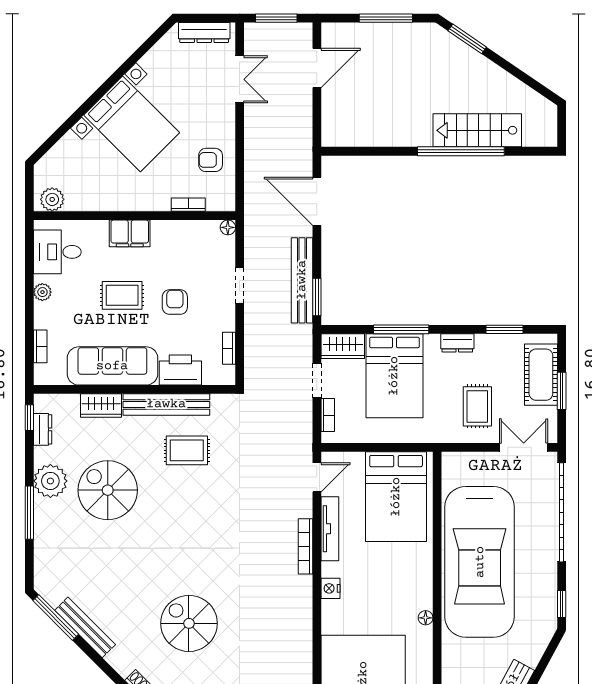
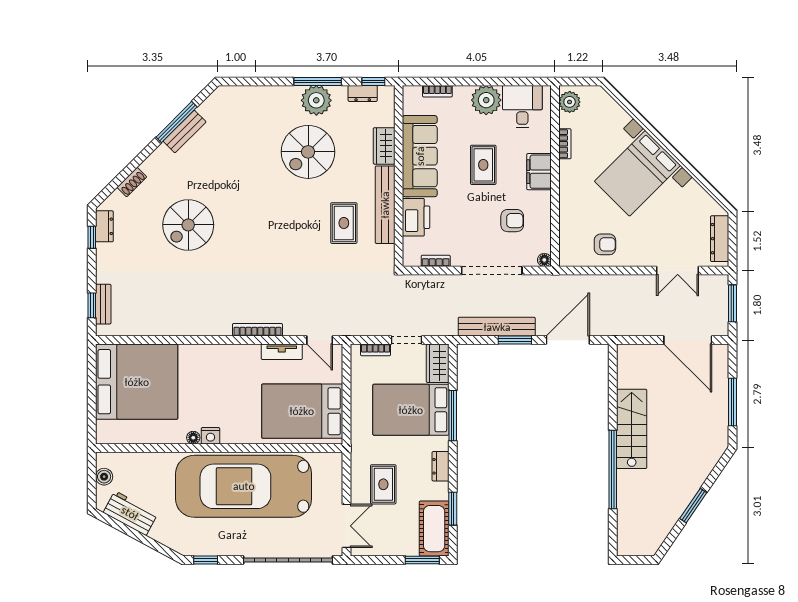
window: (467, 39) -> (693, 506), moved
door: (317, 68) -> (688, 340), width x1.36
stairs: (477, 130) -> (632, 429), moved
armchair: (211, 160) -> (605, 244), turned 90
bookcase: (188, 205) -> (565, 144), moved
doorway: (240, 286) -> (492, 271), width x1.88
plant: (42, 292) -> (486, 100), width x1.88, depth x1.88
window: (317, 297) -> (515, 340), moved
armchair: (175, 302) -> (512, 221), moved
cot: (541, 375) -> (434, 529), moved, turned 90
window: (562, 391) -> (422, 560), moved
rug: (477, 406) -> (383, 484), turned 90
spiral stairs: (108, 490) -> (308, 152), turned 180
window: (29, 513) -> (318, 81), moved
tv unit: (330, 529) -> (282, 352), width x0.71
nightstand: (331, 588) -> (210, 436), moved, turned 180
window: (56, 617) -> (177, 122), moved
spiral stairs: (189, 623) -> (188, 225), turned 180
bench: (85, 627) -> (185, 131), width x0.73

